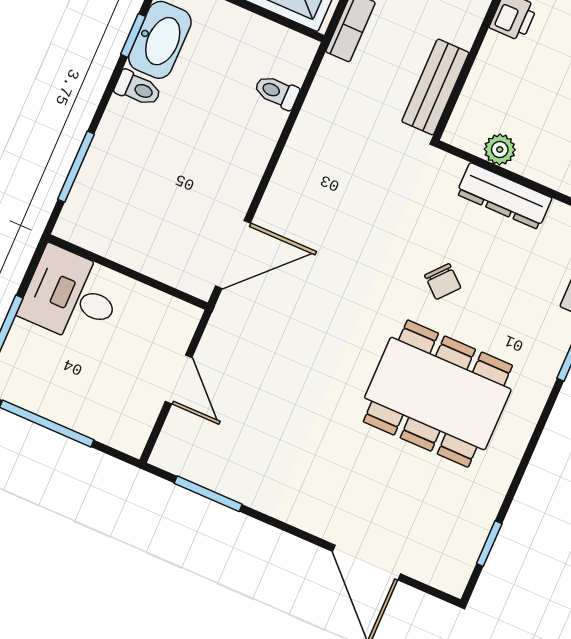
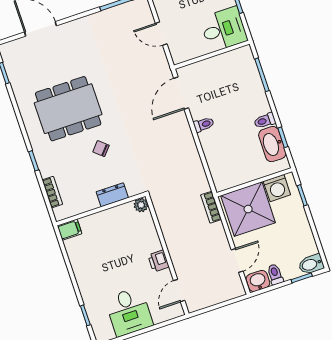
bench: (435, 87) -> (163, 213), removed
toilet: (277, 92) -> (204, 124), moved
plant: (500, 149) -> (141, 205), moved
dresser: (504, 196) -> (112, 195), width x0.70

